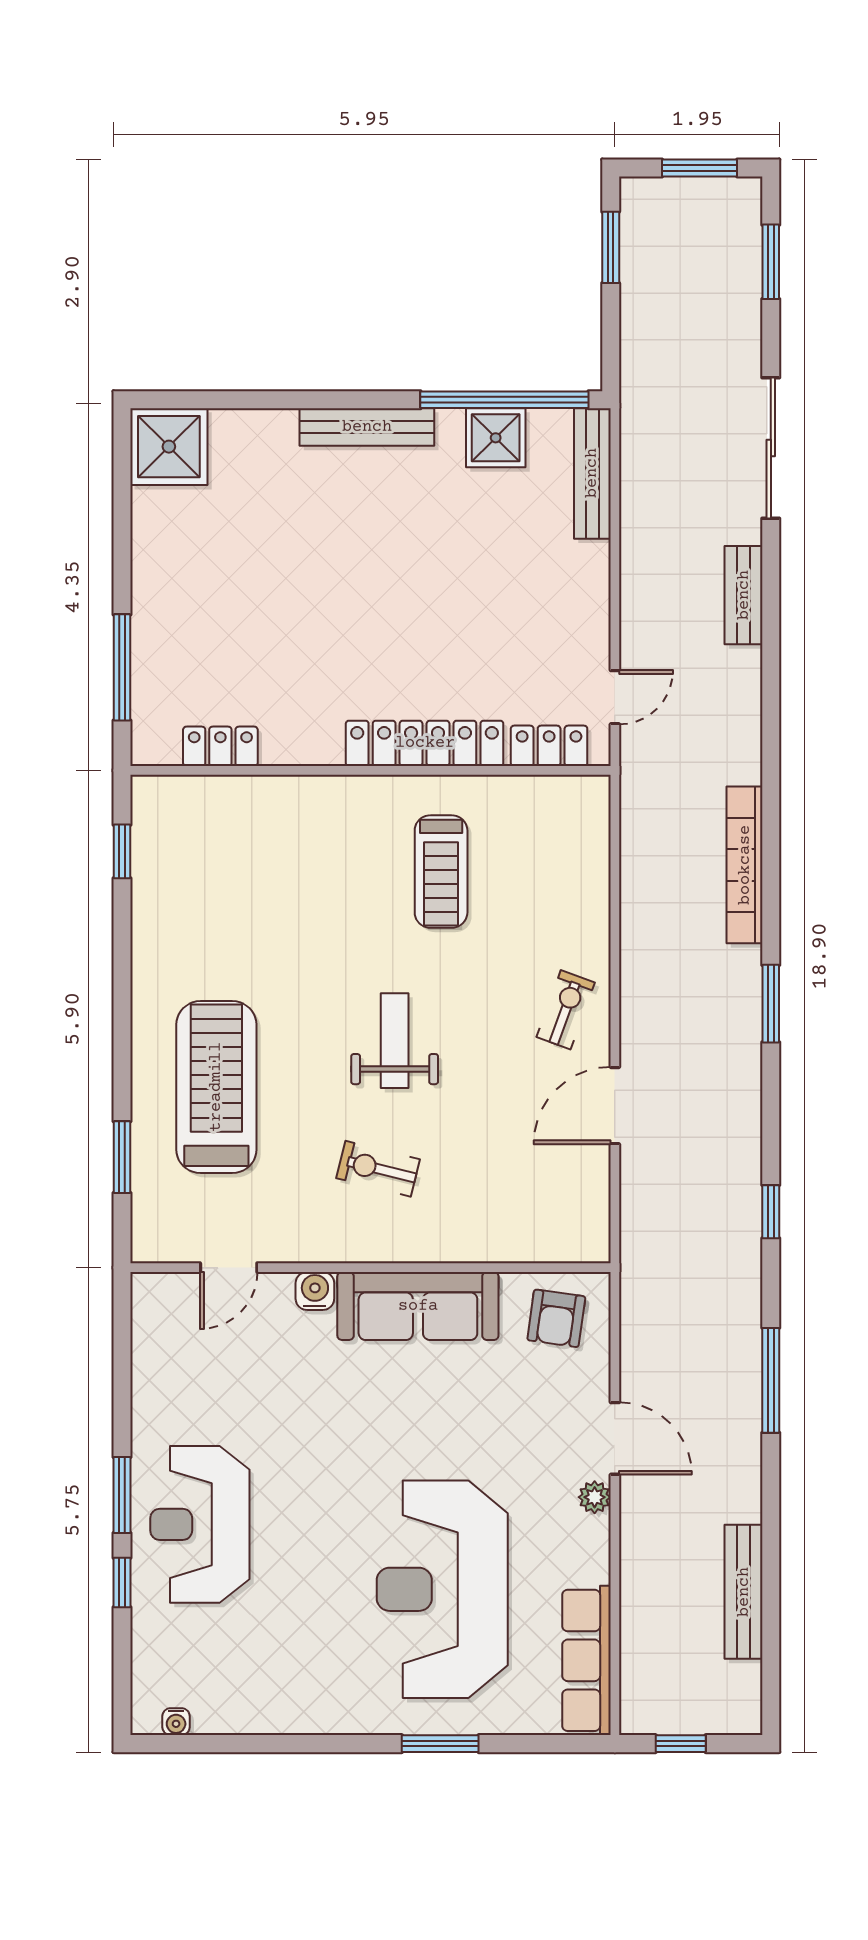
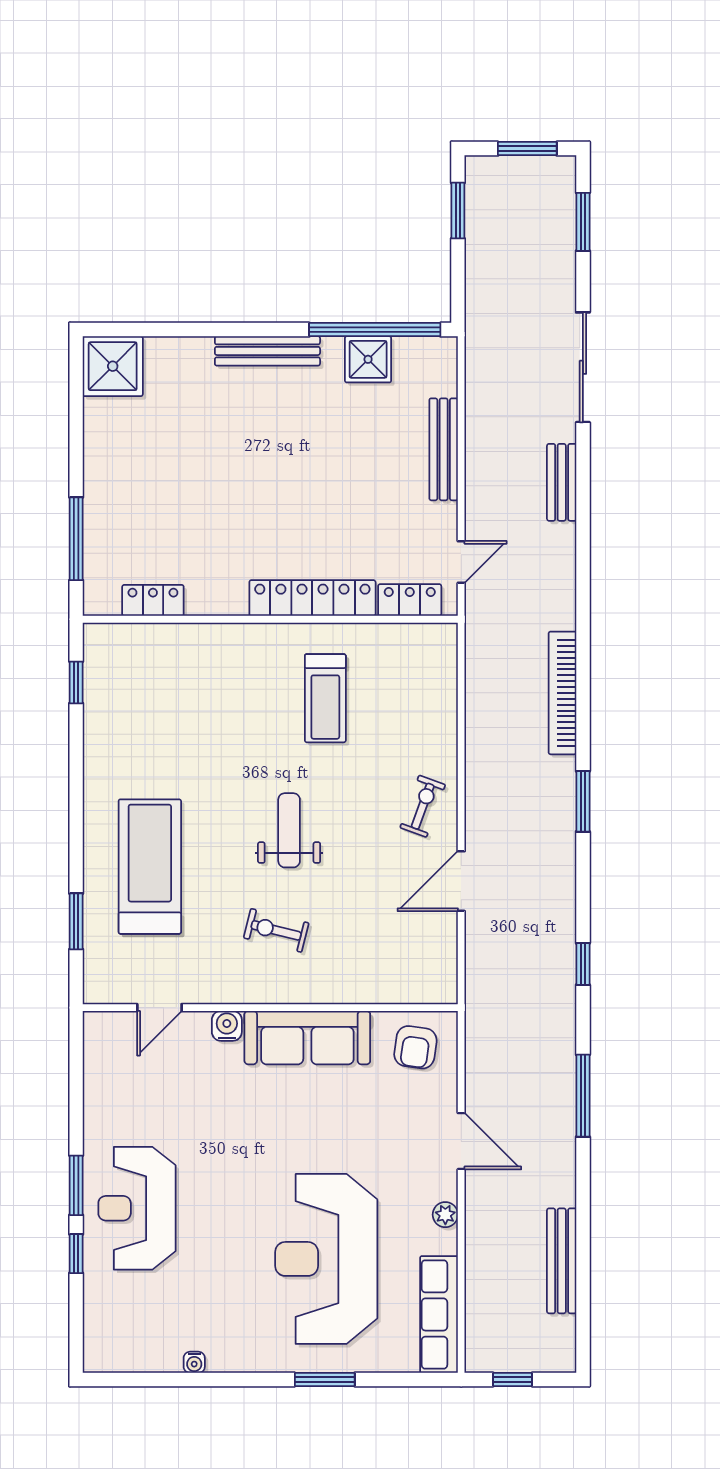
bench: (592, 473) -> (444, 449), moved
plant: (595, 1497) -> (445, 1215), moved
water cooler: (176, 1722) -> (194, 1362), moved

